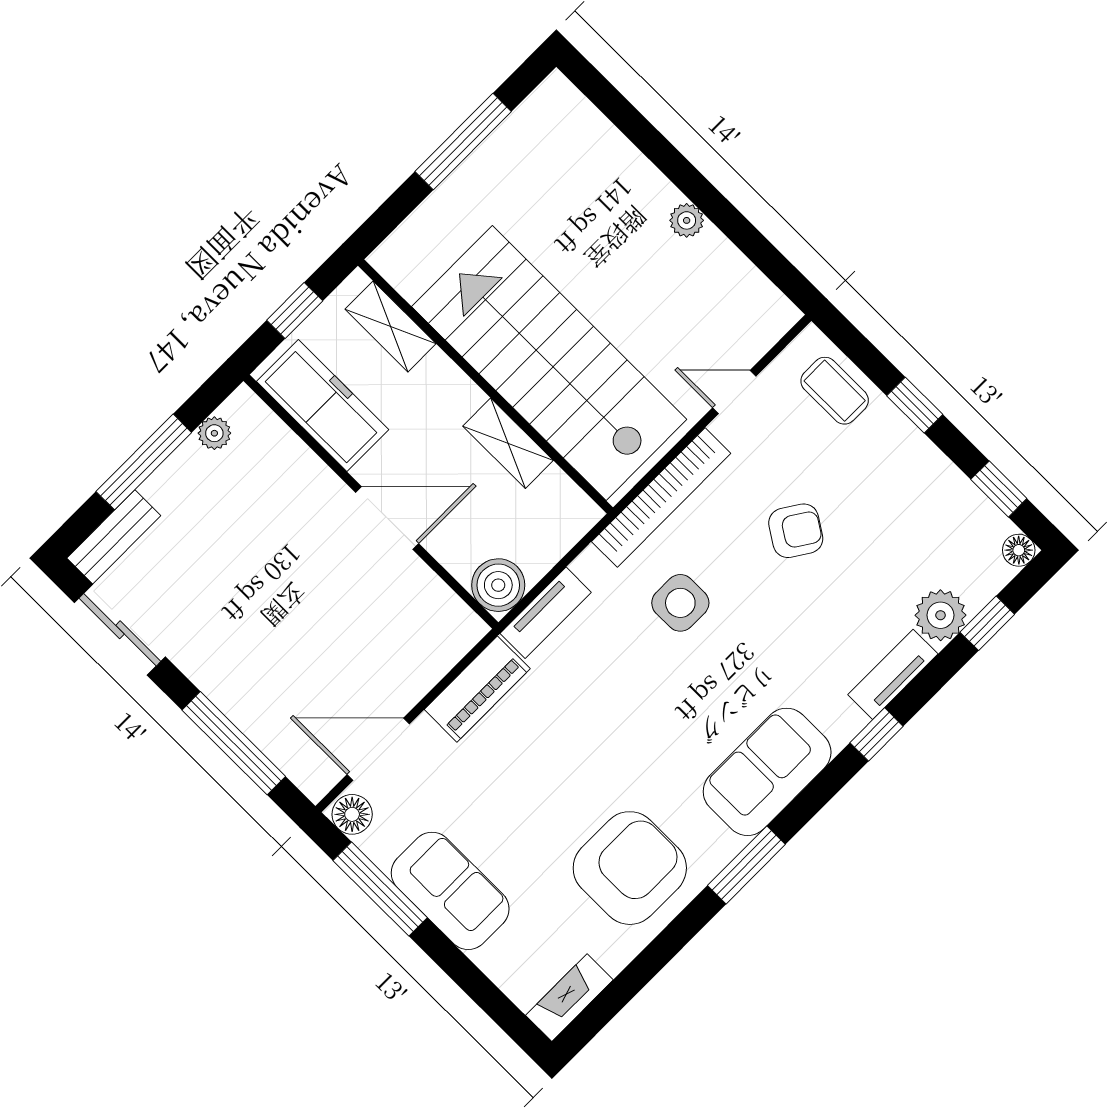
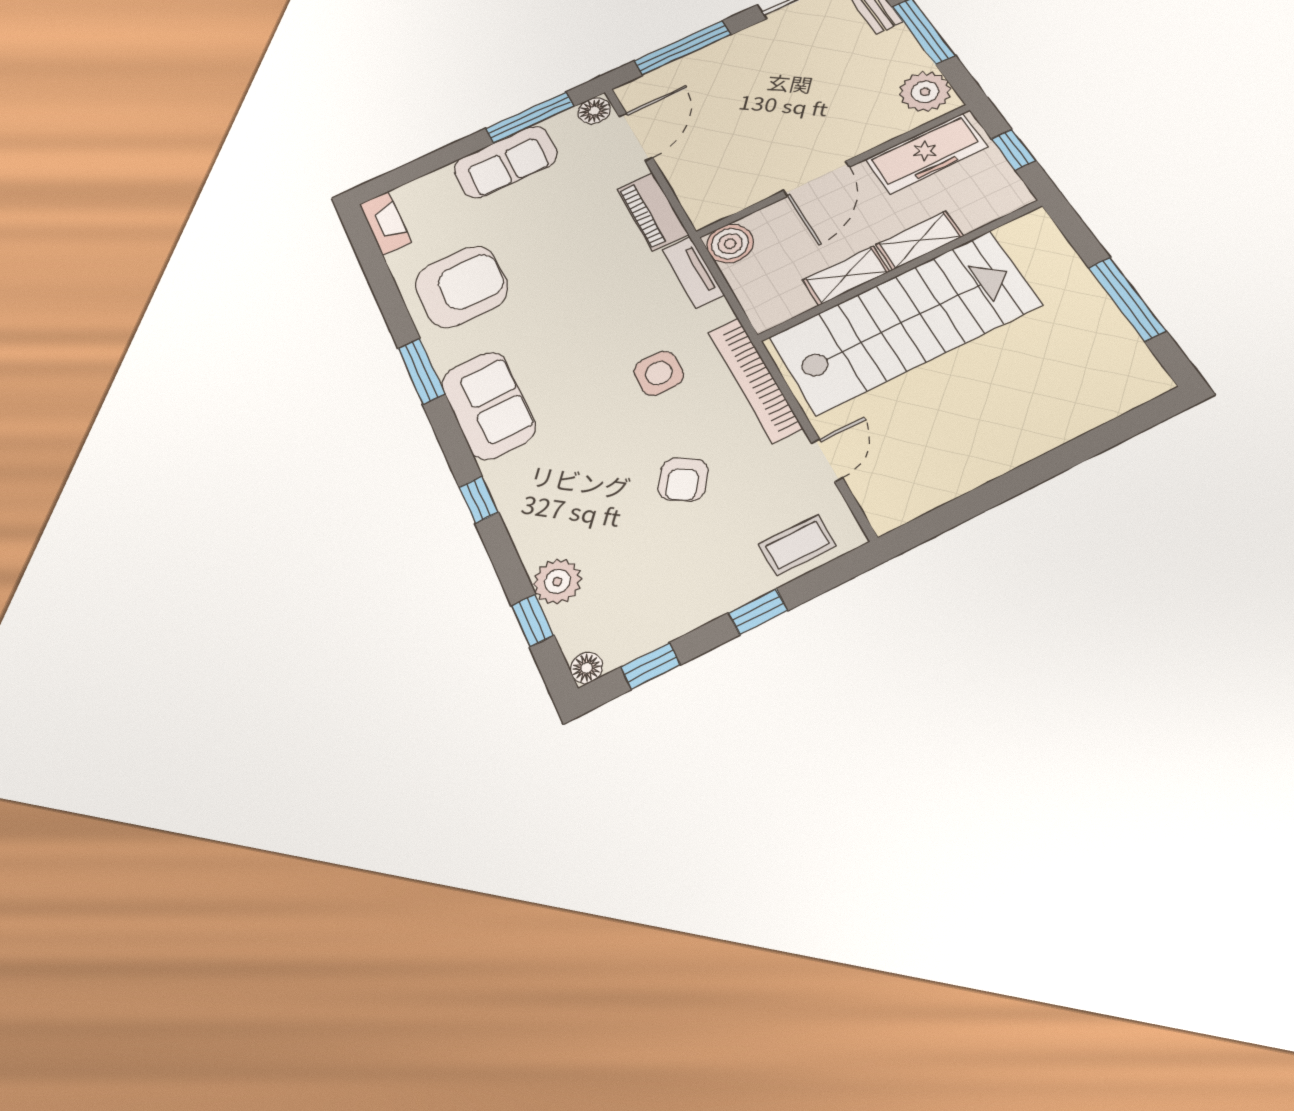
plant: (687, 220) -> (1000, 459), removed
shelving: (391, 326) -> (920, 240), moved
plant: (214, 433) -> (925, 92), width x1.87, depth x1.87
tv unit: (893, 674) -> (524, 527), removed
armchair: (630, 868) -> (462, 286), turned -90

